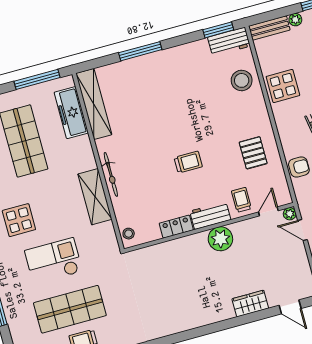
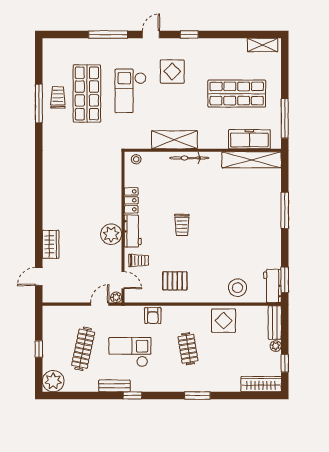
checkout: (54, 261) -> (130, 91), turned 180

